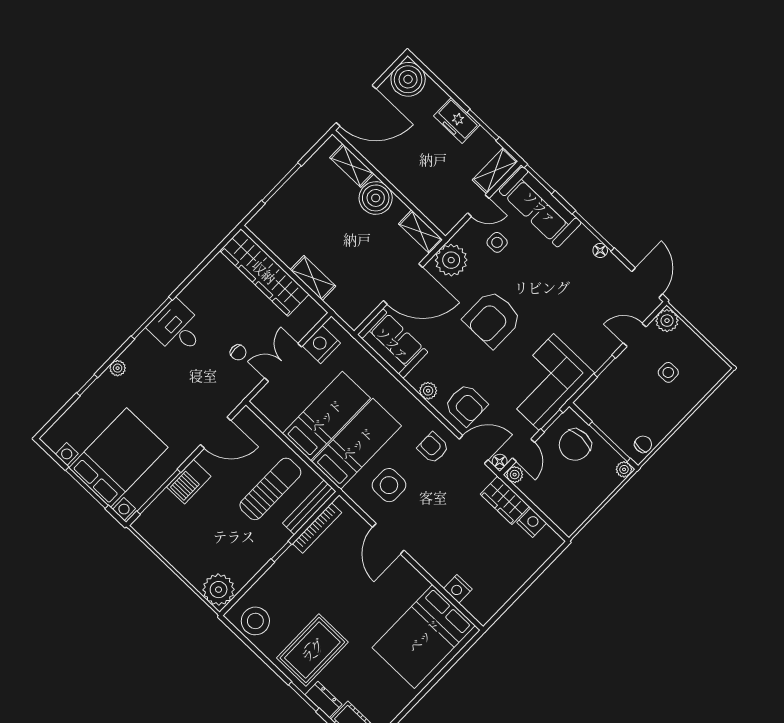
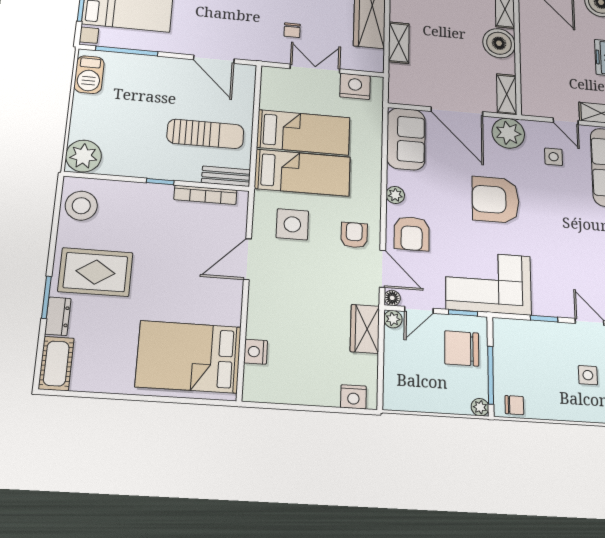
barbecue: (189, 482) -> (89, 75), moved, turned -90
bench: (309, 507) -> (226, 176), width x0.73
nightstand: (532, 523) -> (353, 397), moved, turned 90

